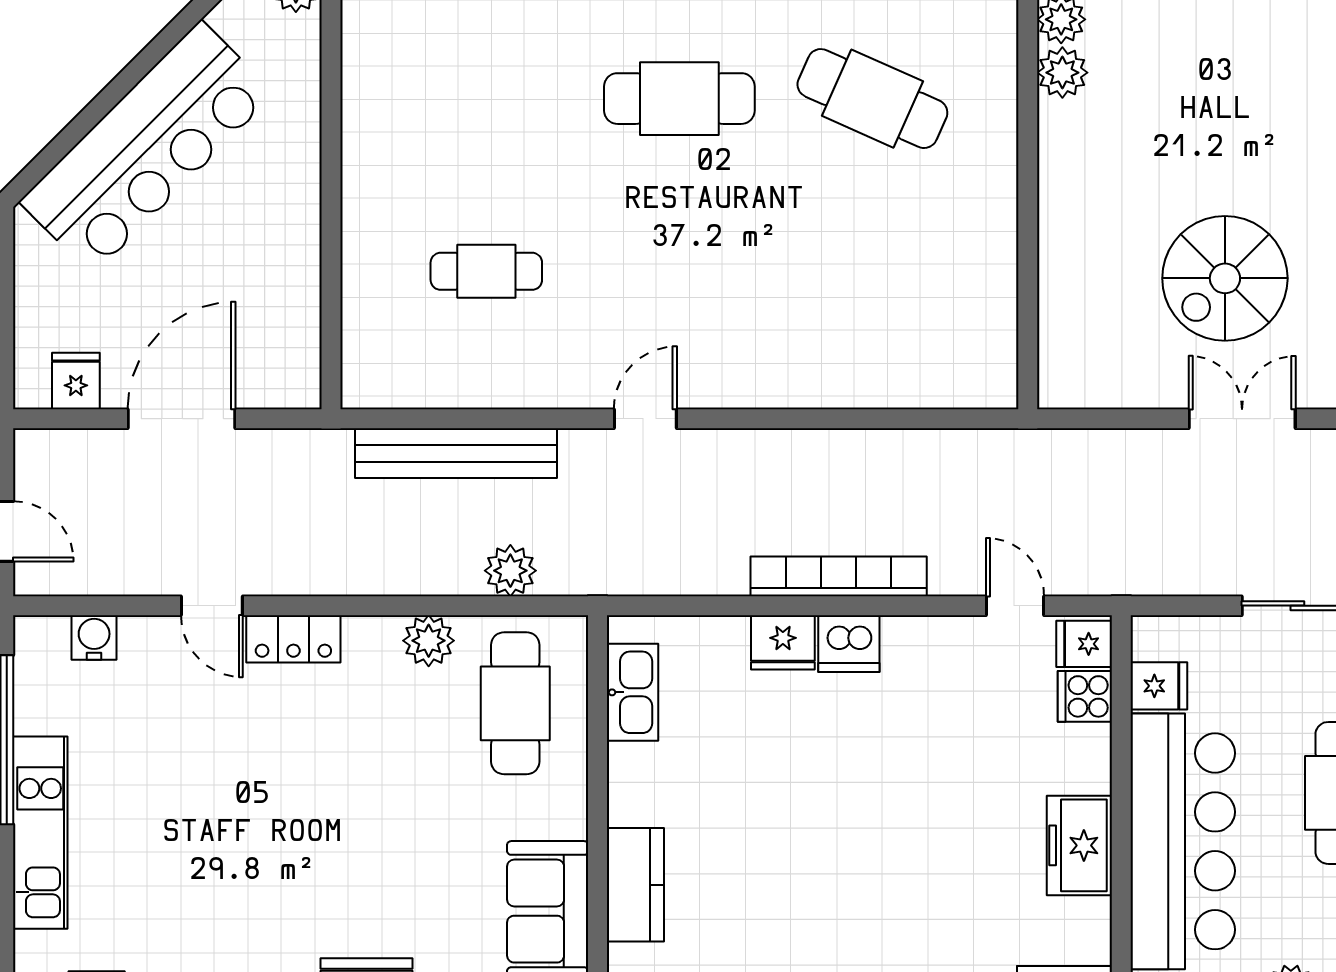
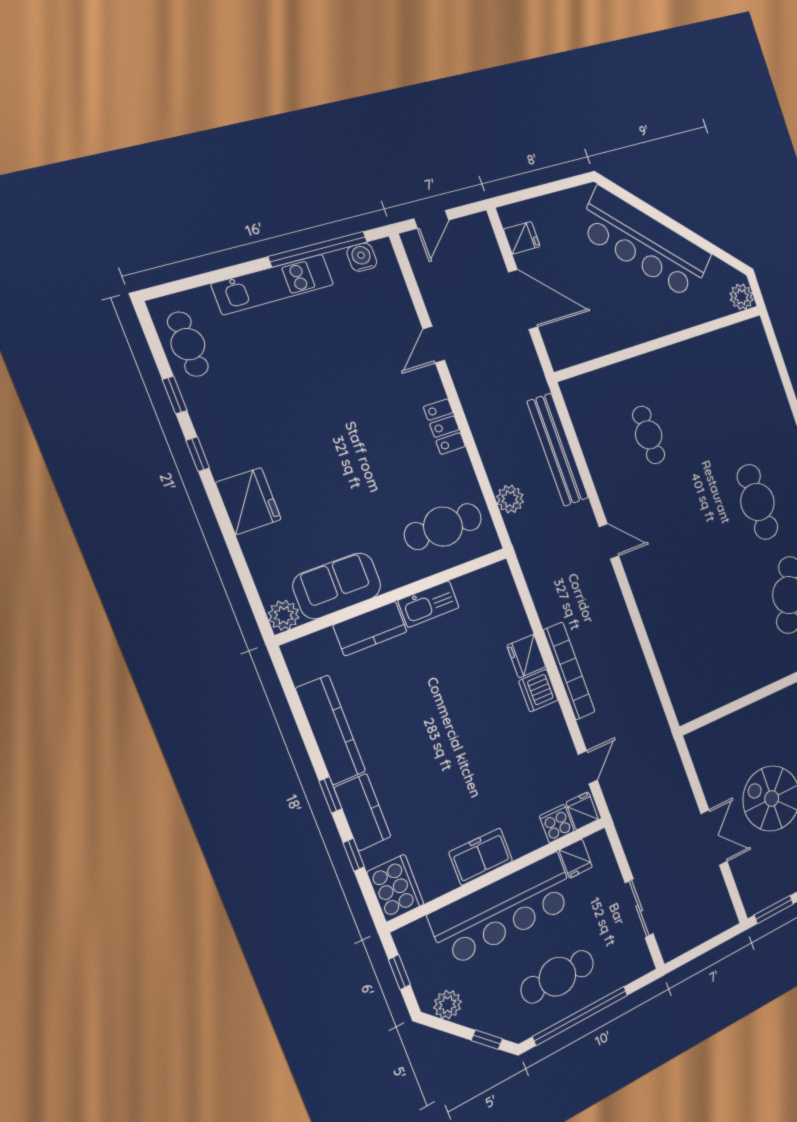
water cooler: (94, 637) -> (362, 257), moved, turned -90
locker: (293, 639) -> (444, 427), moved
plant: (429, 641) -> (458, 468), removed
kitchen sink: (633, 692) -> (429, 604), moved

